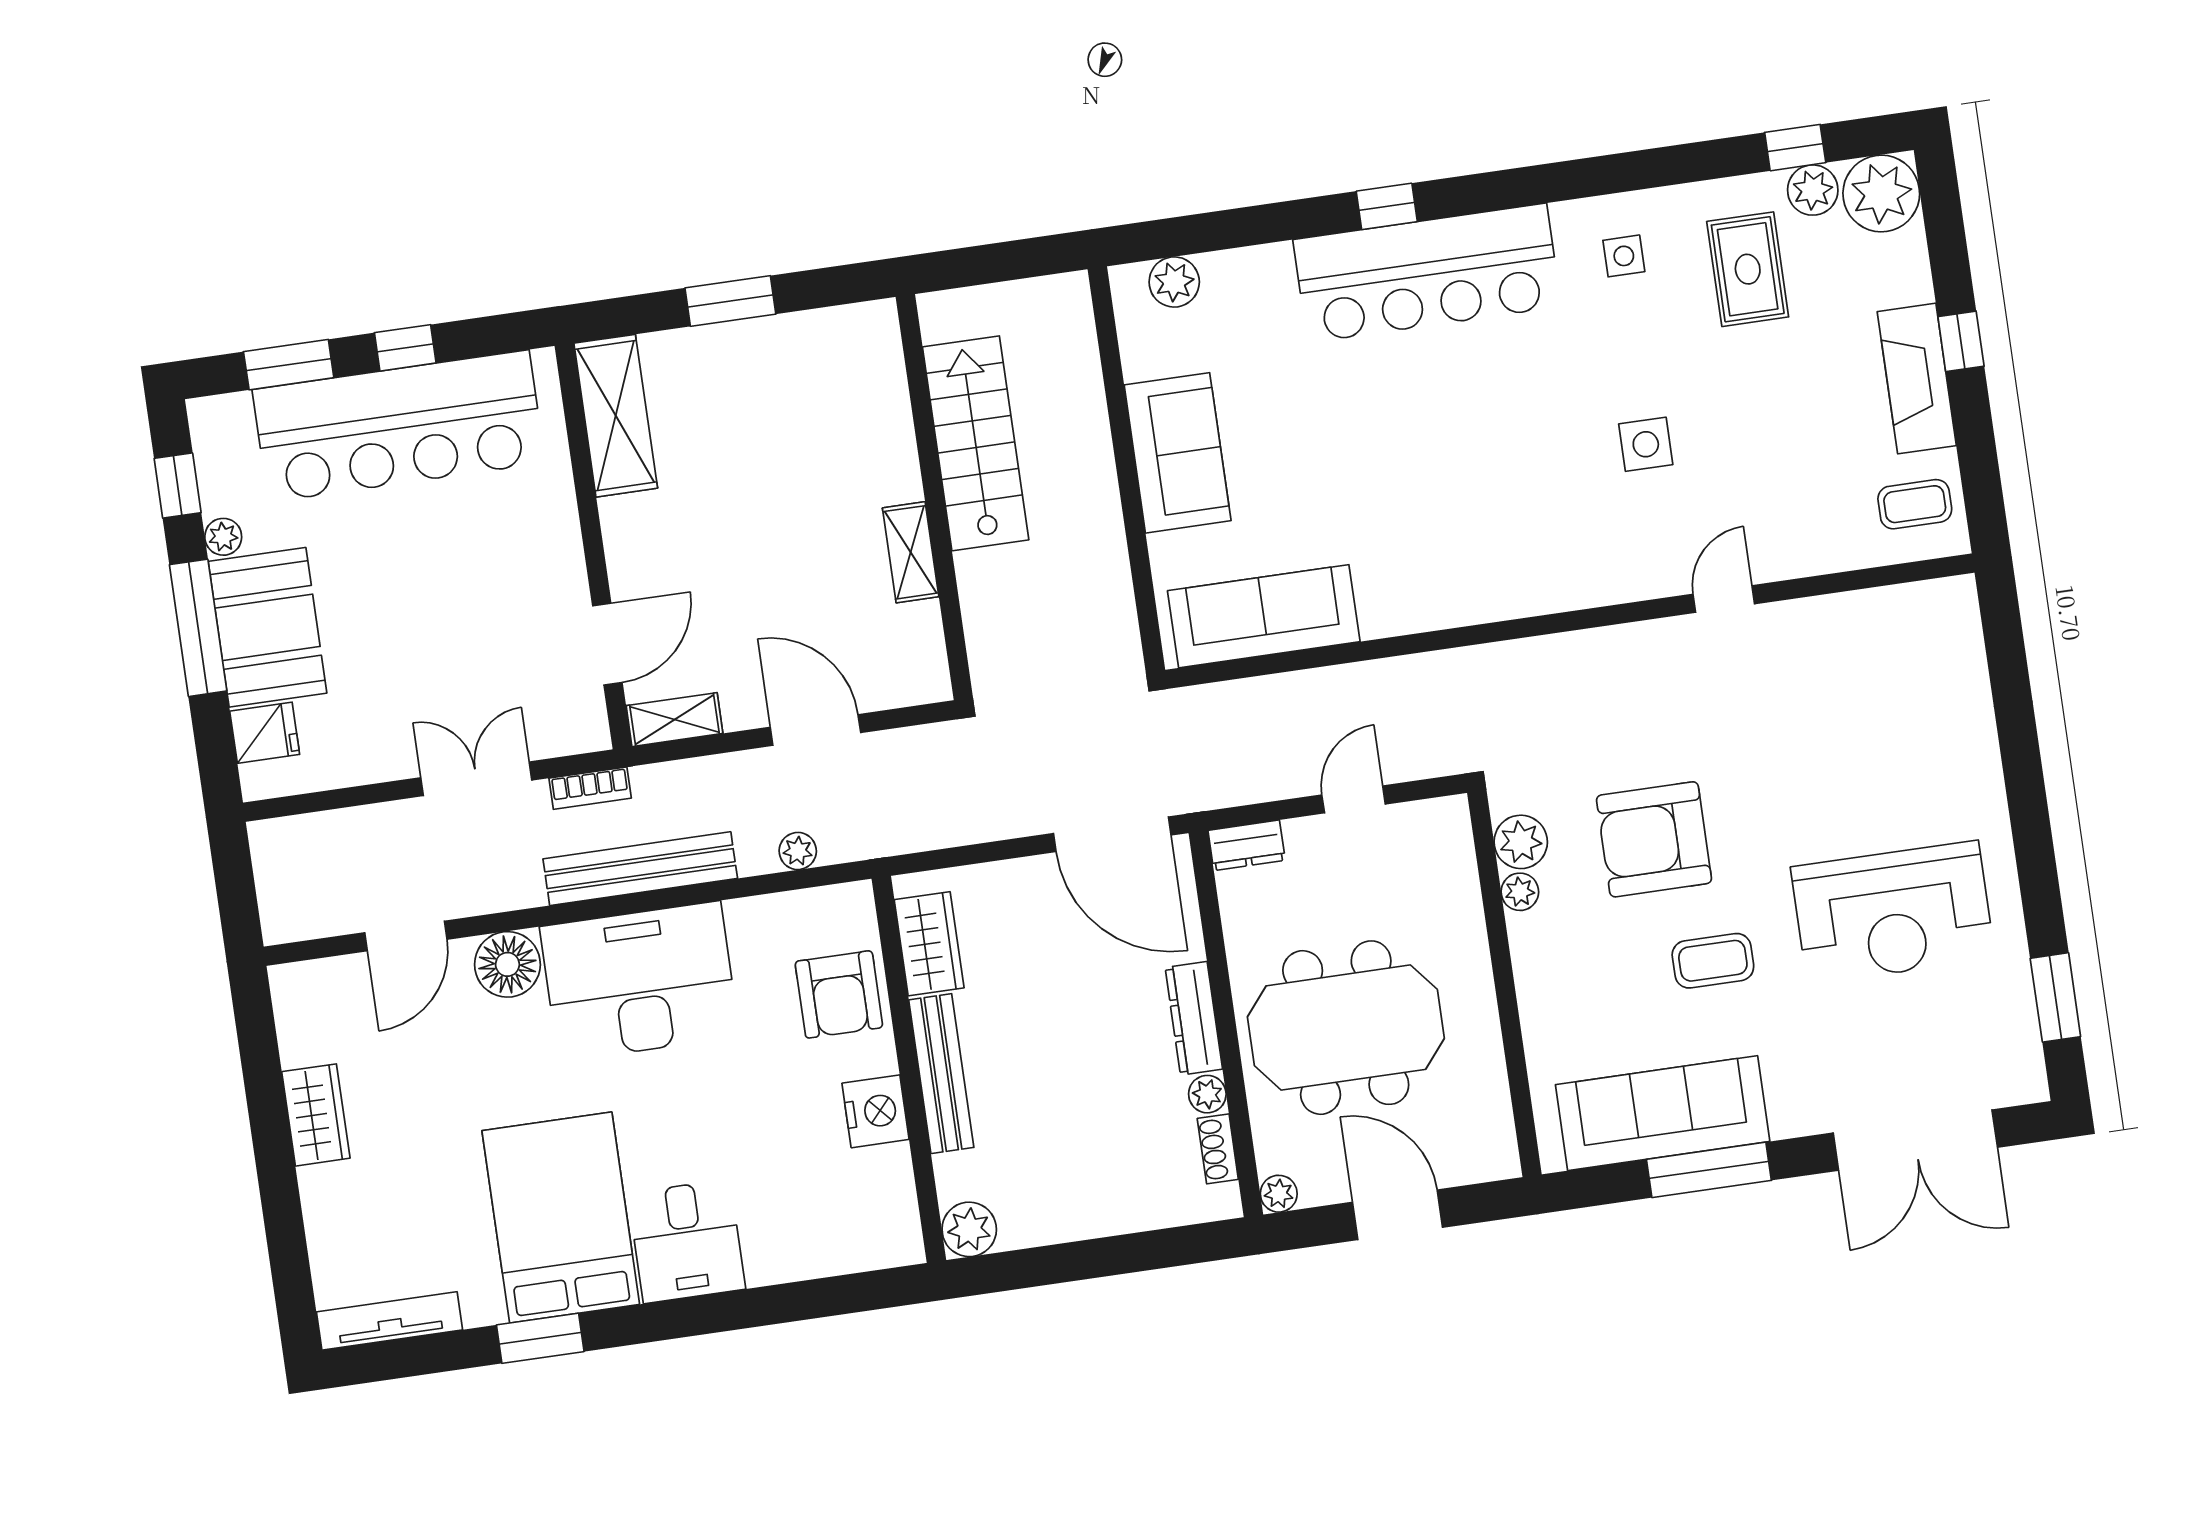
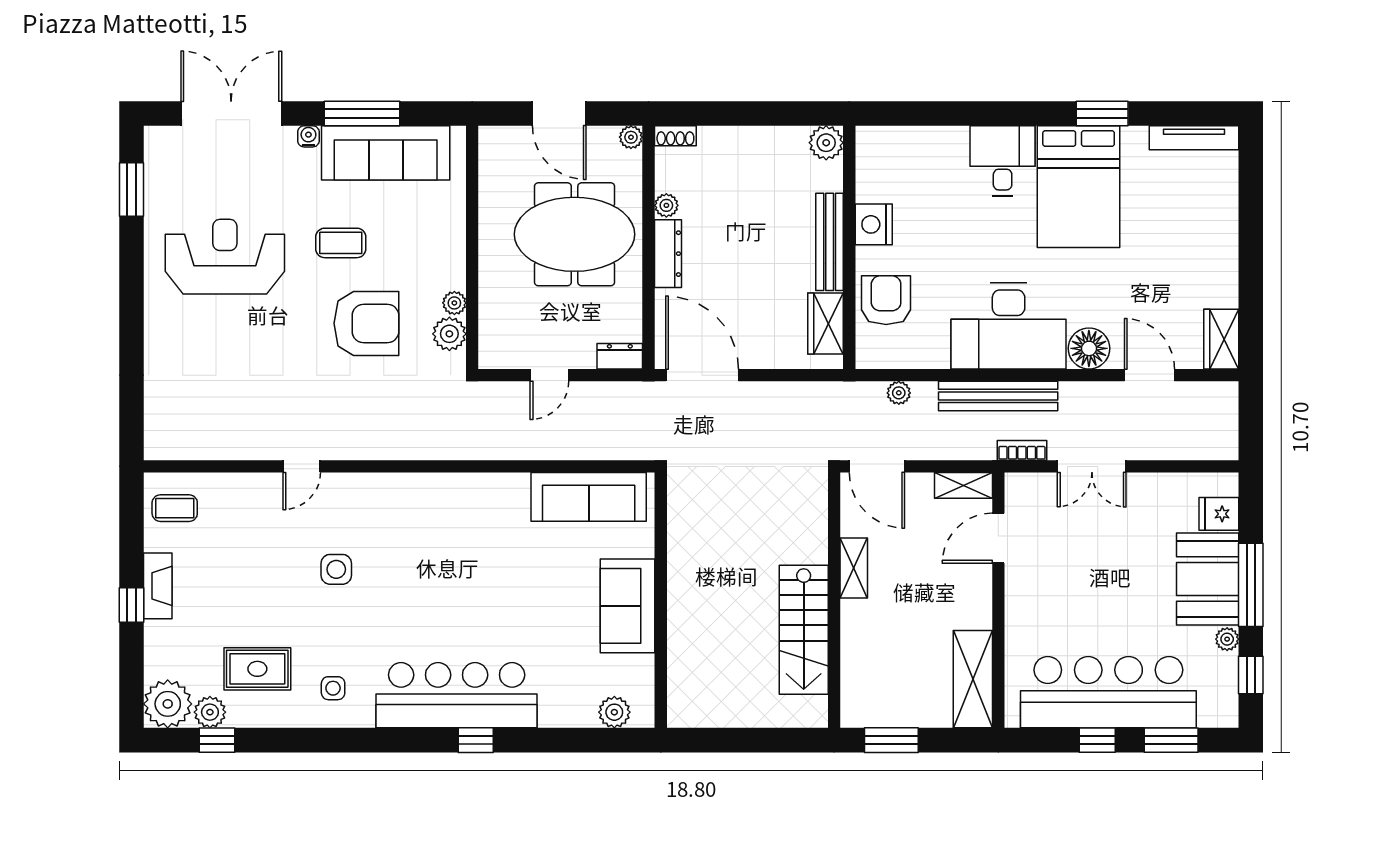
rug: (1748, 269) -> (257, 669), turned 90
fireplace: (1917, 379) -> (158, 586), width x0.73, depth x0.76
stairs: (976, 443) -> (804, 630), moved
wall: (934, 497) -> (834, 600), moved
shelving: (911, 552) -> (854, 568), moved
door: (406, 936) -> (1149, 375), hinge flipped
wardrobe: (316, 1115) -> (1221, 339), moved
water cooler: (1788, 1122) -> (308, 136), added
shoe rack: (1218, 1149) -> (675, 136), moved, turned 90

